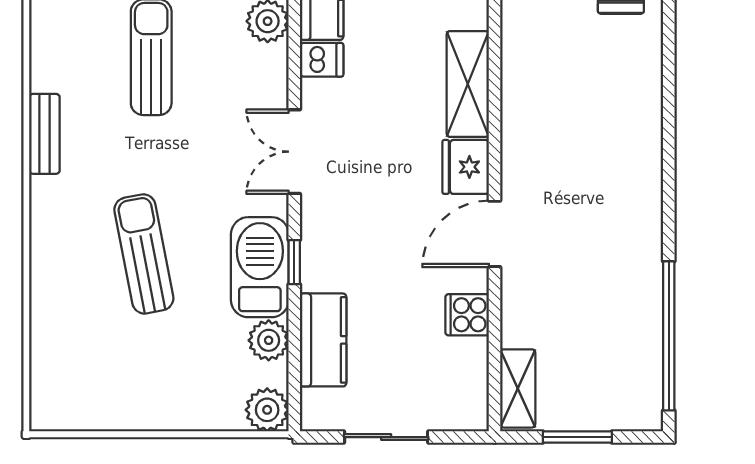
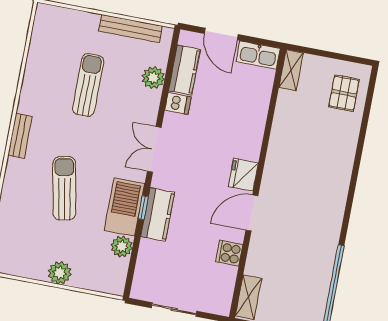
shelving: (468, 84) -> (253, 131), removed
bench: (44, 134) -> (20, 136), moved
kitchen counter: (323, 340) -> (158, 214), moved
plant: (267, 410) -> (60, 273), moved

